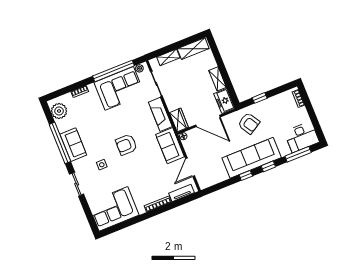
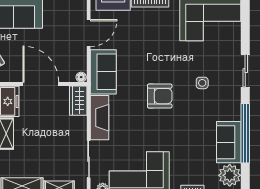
sofa: (73, 145) -> (229, 142), moved

